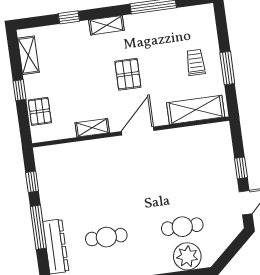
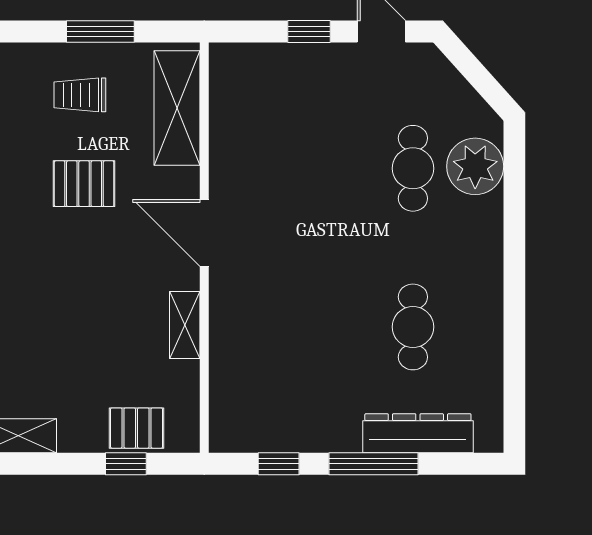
pallet: (128, 74) -> (84, 184), moved
window: (19, 90) -> (126, 464), moved

